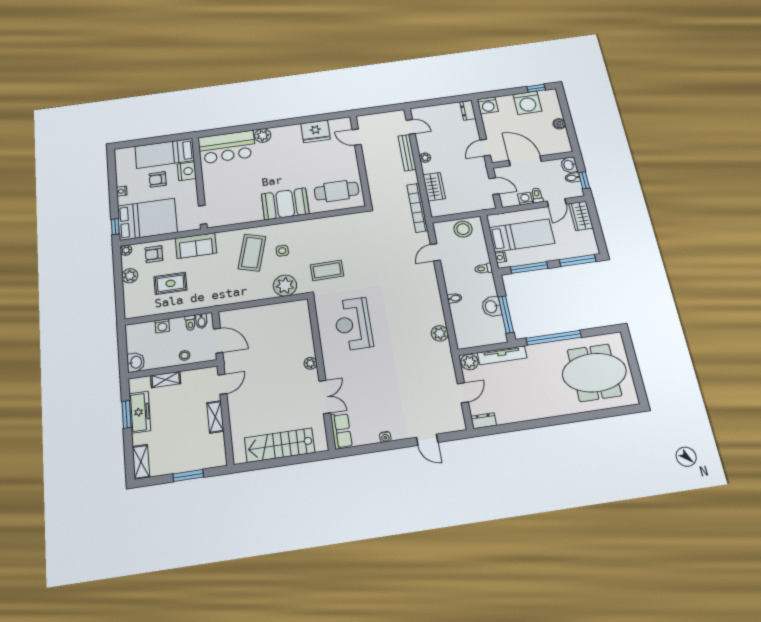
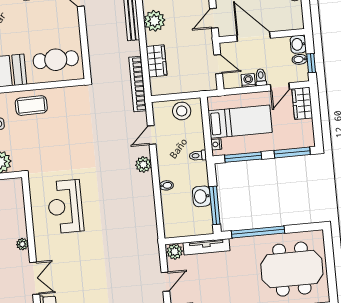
plant: (425, 158) -> (154, 21), width x1.88, depth x1.88
coffee table: (327, 270) -> (31, 106), moved
plant: (440, 333) -> (143, 164), moved

